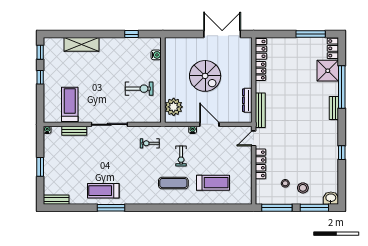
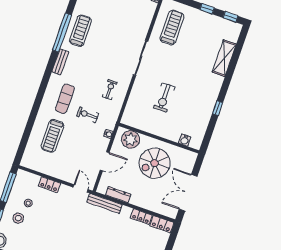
double door: (222, 34) -> (188, 193), swing flipped
water cooler: (156, 55) -> (185, 140), moved
wall: (163, 80) -> (159, 138), moved
treadmill: (70, 104) -> (172, 28), turned -90
plant: (174, 107) -> (131, 139), moved
door: (209, 124) -> (105, 161), moved
bench: (74, 131) -> (60, 62), moved
locker: (260, 164) -> (49, 185), width x0.66
window: (111, 208) -> (62, 32), width x1.46

